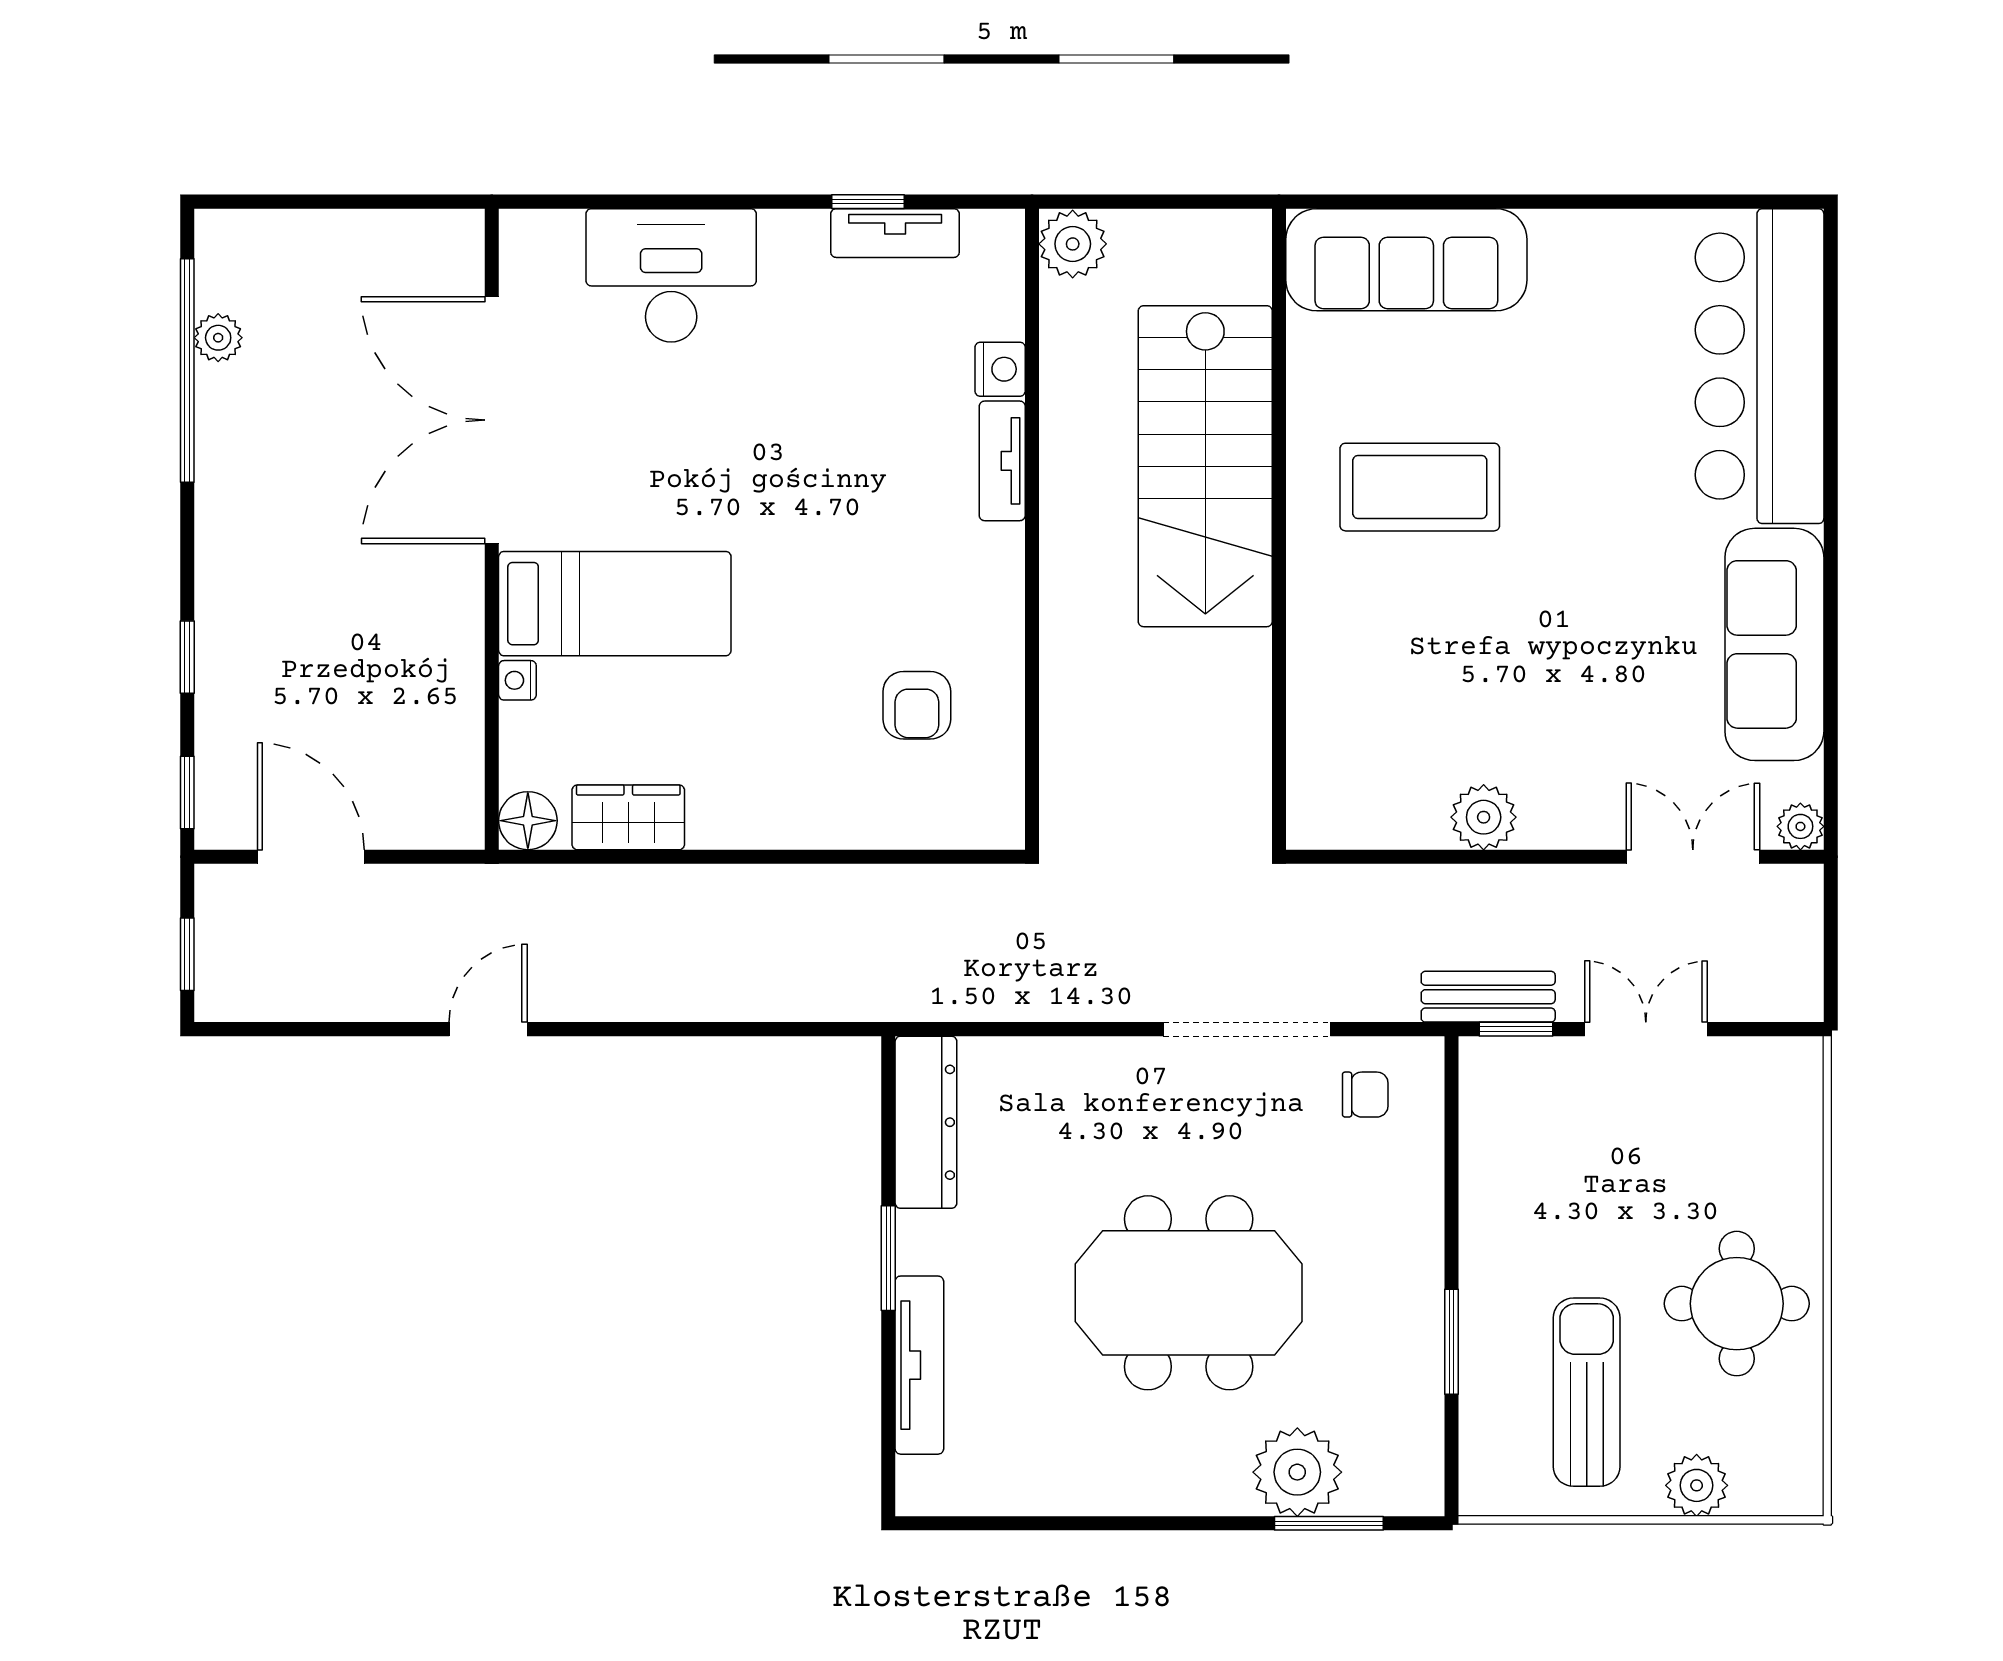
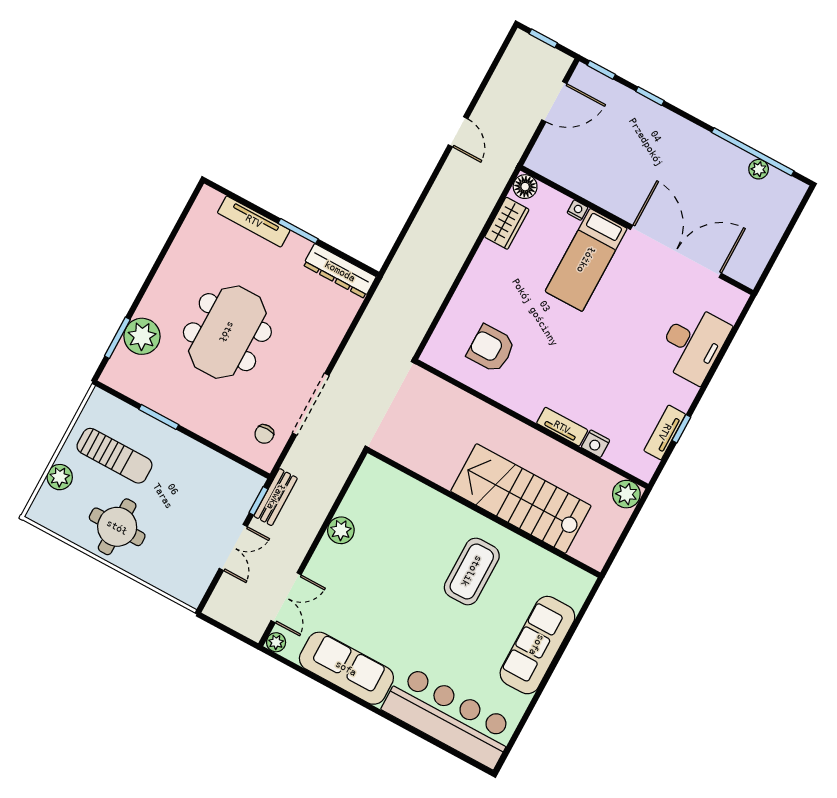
sofa: (1406, 260) -> (537, 645), moved
armchair: (917, 705) -> (491, 349), width x1.38, depth x1.38

